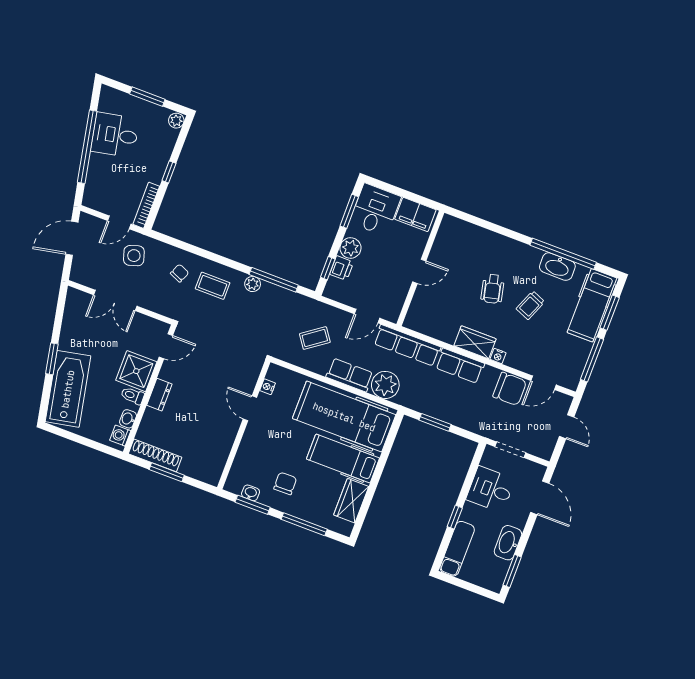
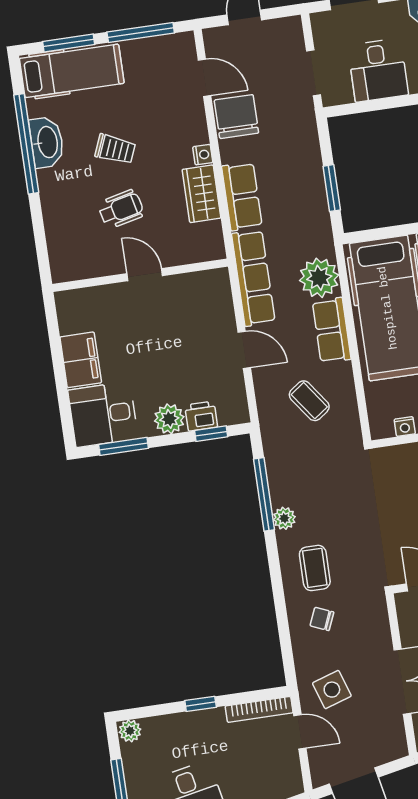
wall: (420, 268) -> (140, 275), moved
door: (419, 271) -> (145, 275), moved

